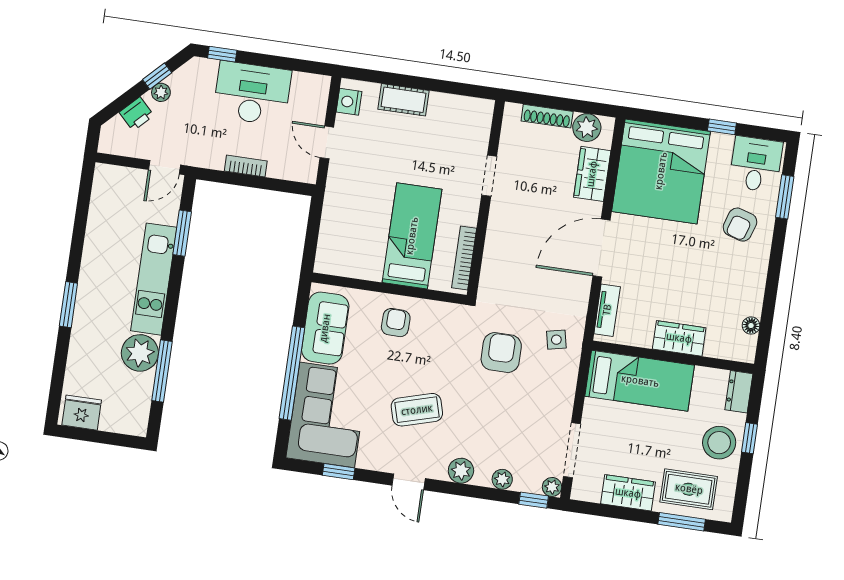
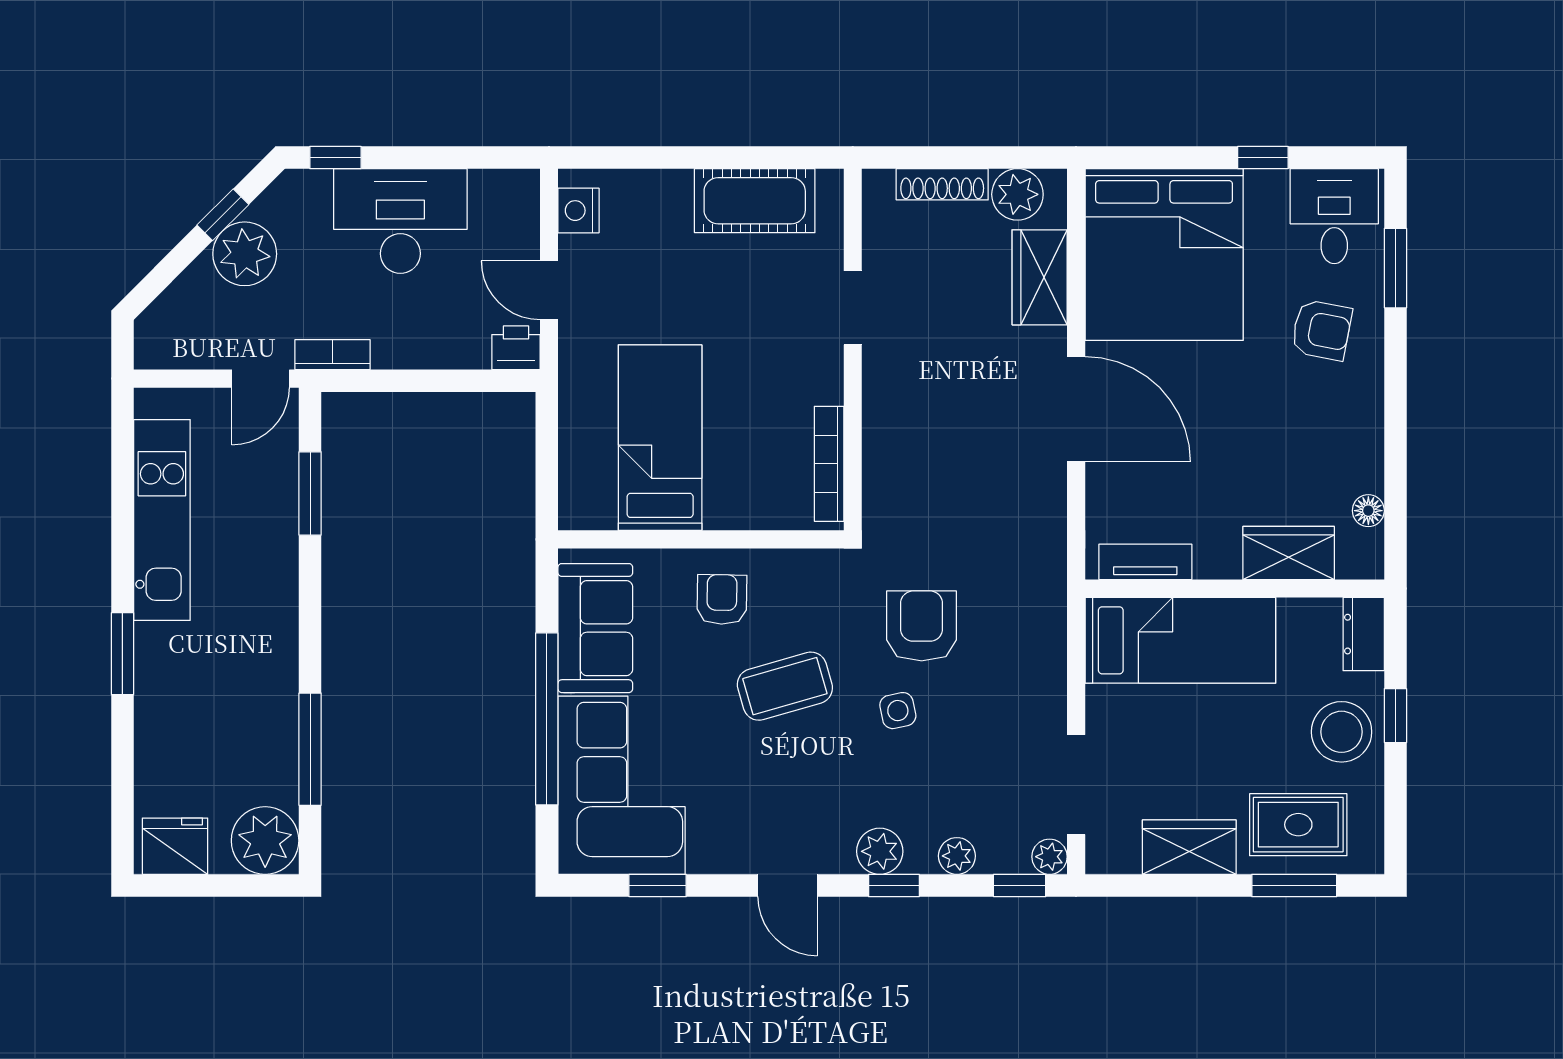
plant: (161, 92) -> (245, 254), width x1.88, depth x1.88
cot: (404, 100) -> (755, 201), moved, width x1.37, depth x1.34
printer: (137, 114) -> (516, 348), moved, turned -135
bookcase: (246, 166) -> (333, 355), moved
armchair: (740, 225) -> (1322, 330), turned -96
bed: (412, 236) -> (660, 438), moved
door: (601, 248) -> (1076, 409), swing flipped
kitchen unit: (154, 279) -> (162, 520), moved, turned 180
tv unit: (607, 310) -> (1145, 562), moved, turned -90
wardrobe: (679, 338) -> (1289, 553), moved
side table: (556, 340) -> (898, 711), moved
plant: (140, 353) -> (265, 841), moved
coffee table: (417, 410) -> (785, 686), moved
window: (466, 490) -> (894, 886), added

